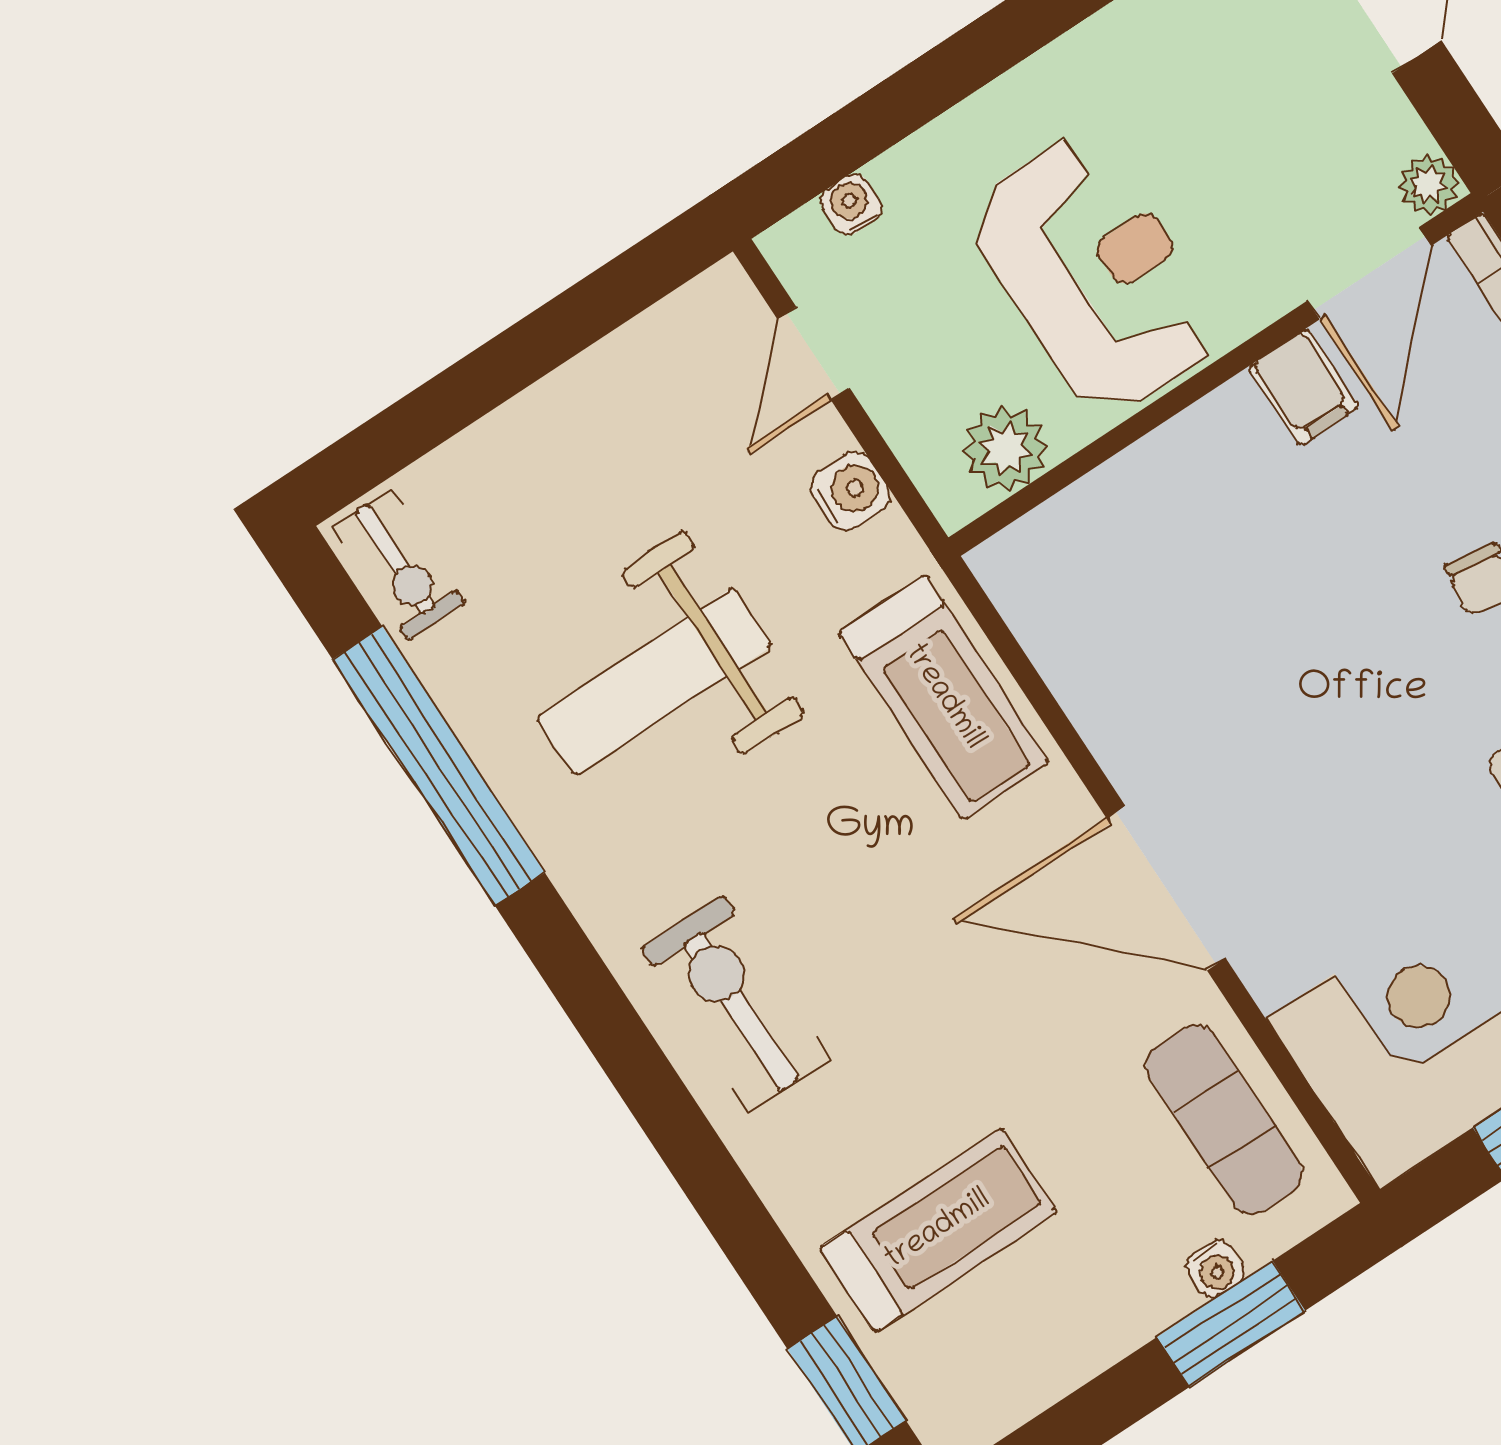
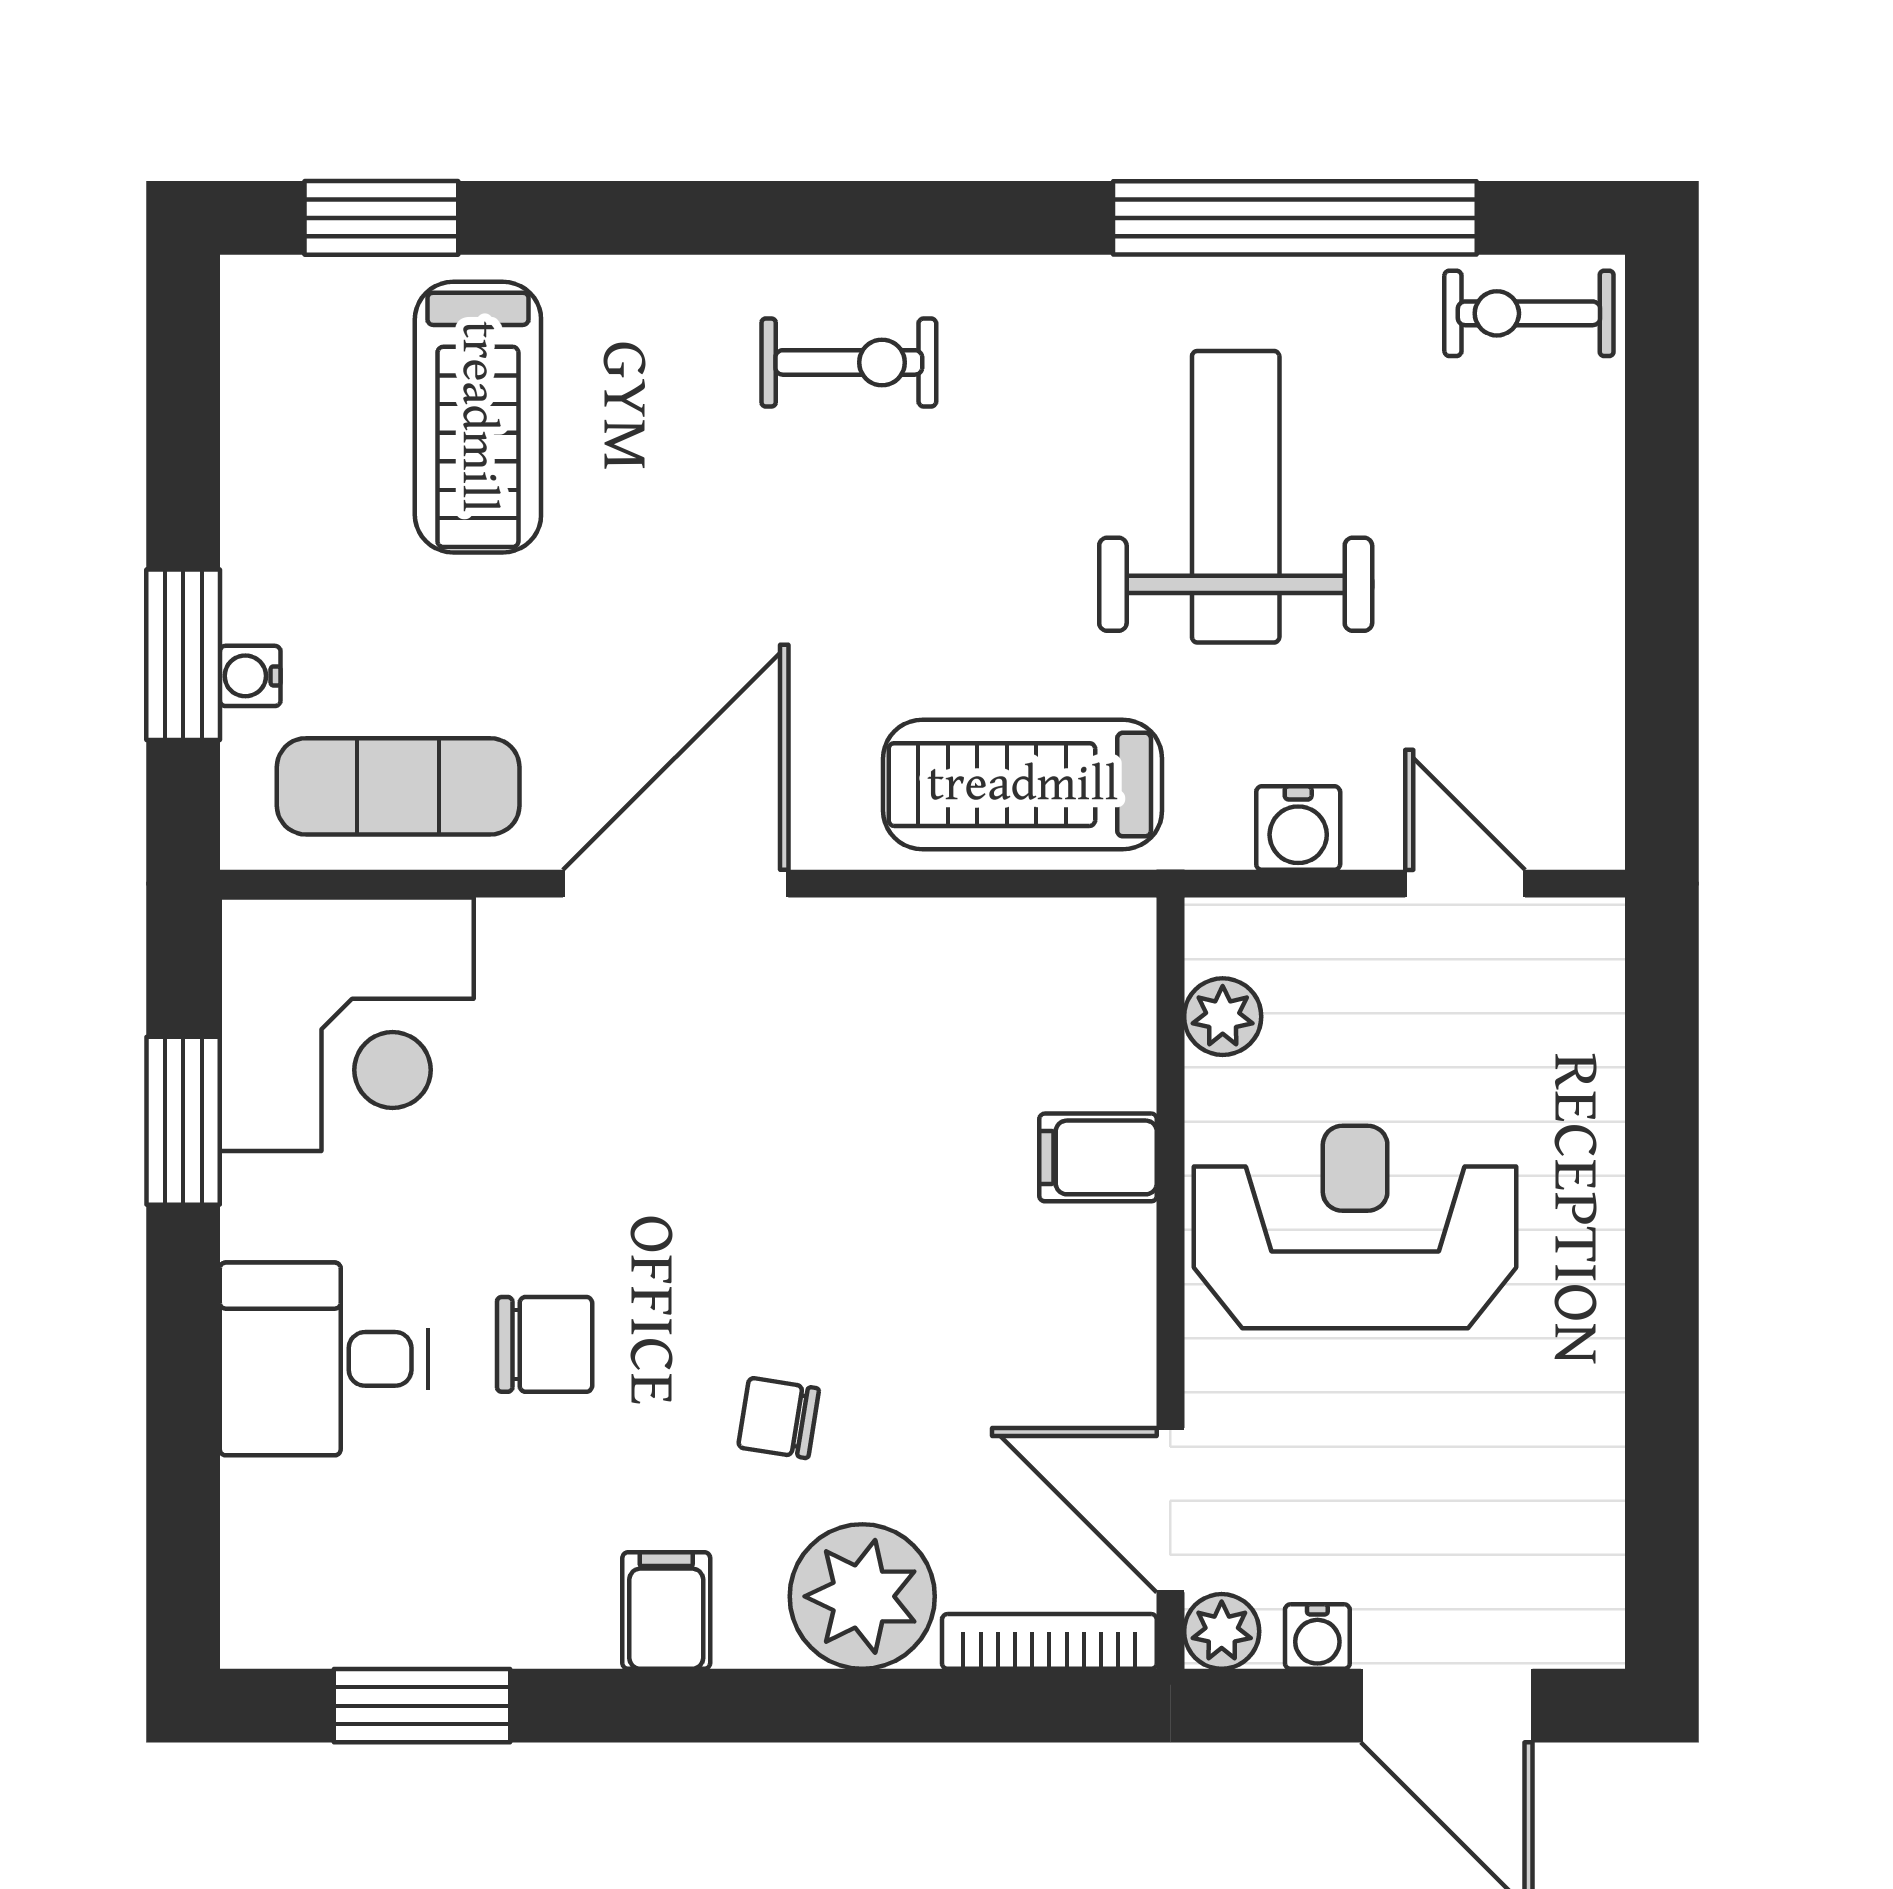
water cooler: (851, 204) -> (1317, 1637), moved, turned 90
reception desk: (1095, 275) -> (1355, 1227), turned 180
filing cabinet: (1304, 387) -> (1098, 1157), moved
plant: (1005, 448) -> (1223, 1017), width x0.73, depth x0.73
exercise bike: (736, 1004) -> (849, 362), width x0.73, depth x0.72

